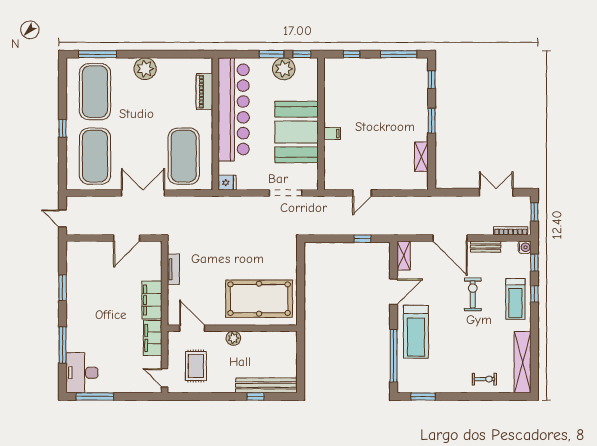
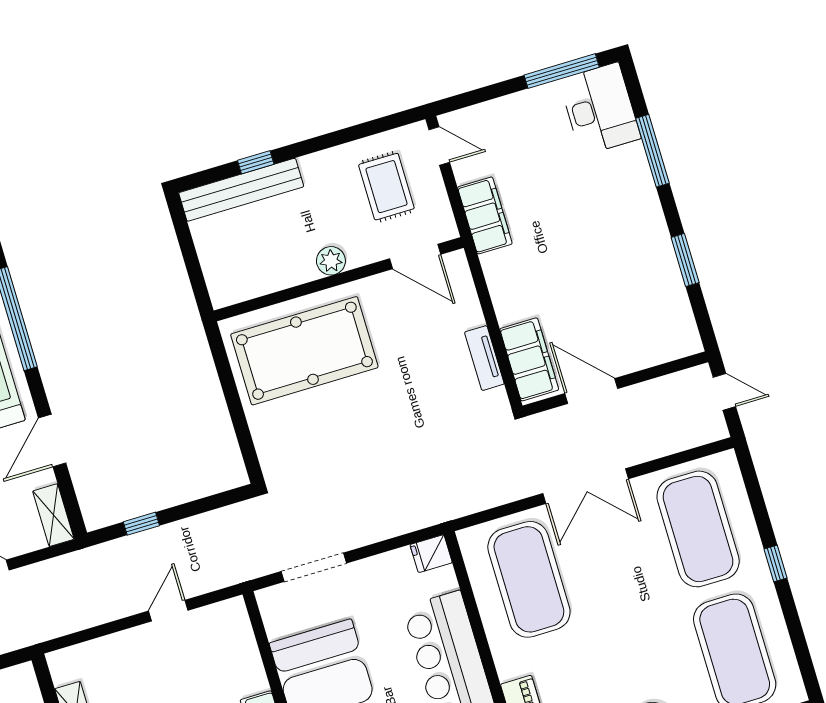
door: (127, 238) -> (591, 391), hinge flipped
filing cabinet: (152, 300) -> (529, 359), moved

